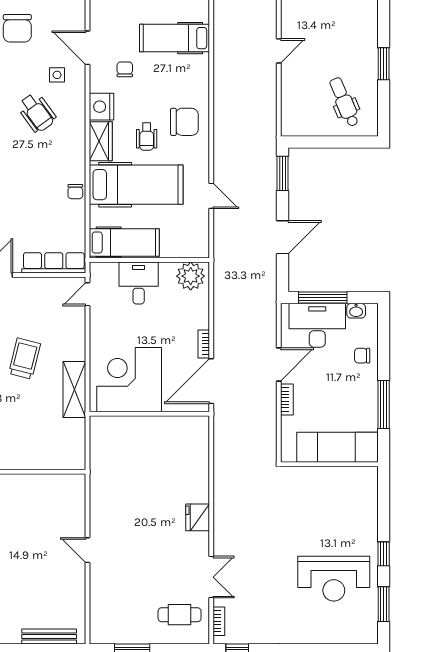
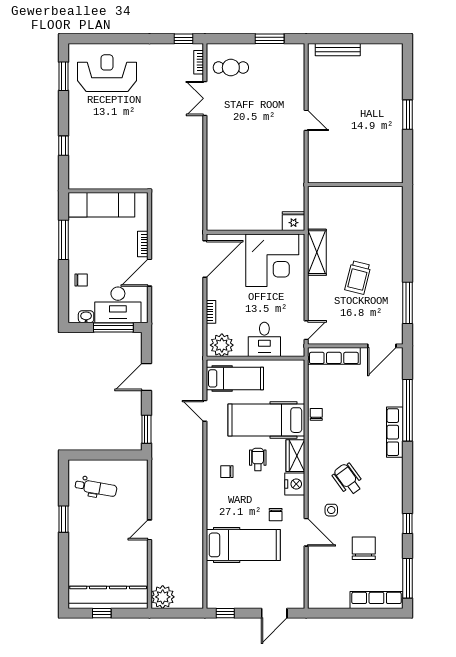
hospital bed: (175, 38) -> (243, 545), width x1.37, depth x1.29
dental chair: (344, 102) -> (96, 488), turned -57
chair: (184, 122) -> (227, 472), width x0.54, depth x0.54
hospital bed: (124, 243) -> (235, 378), moved, turned 180
bookcase: (204, 344) -> (211, 312), moved
fridge: (198, 517) -> (293, 221), moved, turned -90
window: (384, 554) -> (64, 146), moved
reception desk: (334, 579) -> (107, 73), moved

